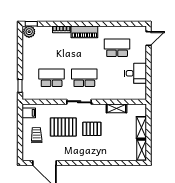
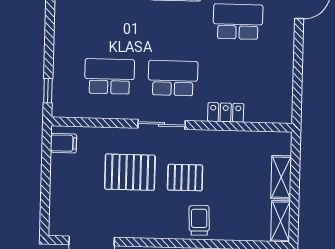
desk: (136, 73) -> (272, 72), removed
locker: (112, 95) -> (226, 112), added
shelving: (116, 108) -> (234, 139), removed
trolley: (37, 135) -> (199, 220), moved

